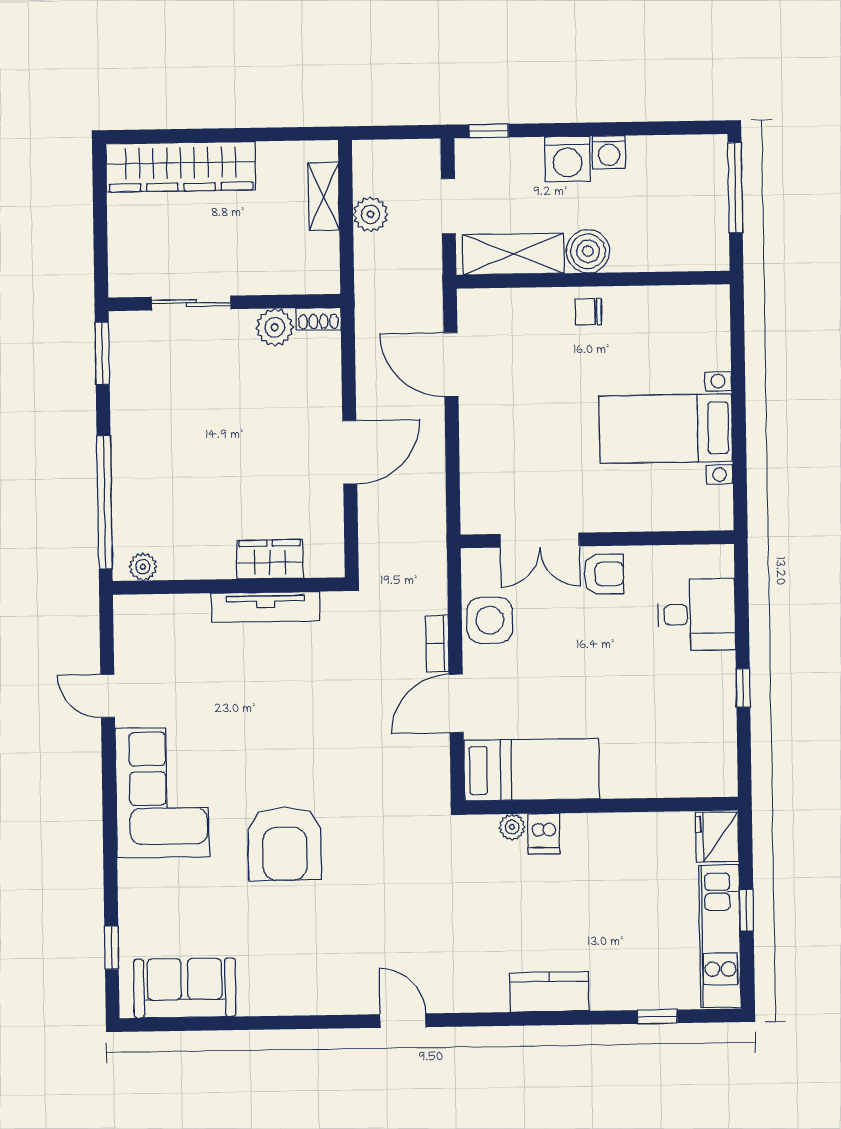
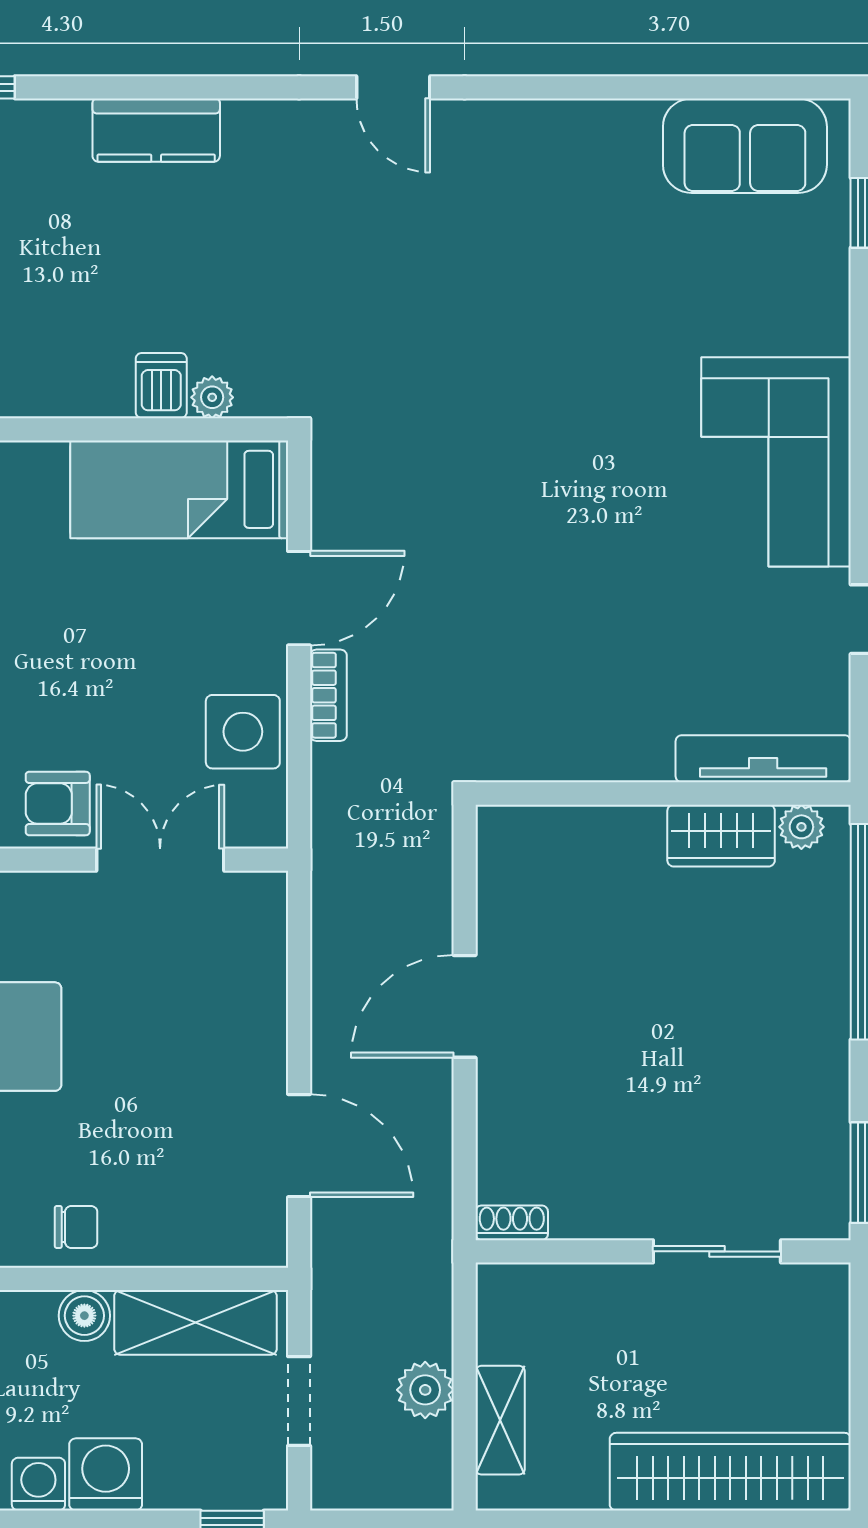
boiler: (588, 251) -> (84, 1316), width x0.73, depth x0.73
plant: (275, 327) -> (583, 1210), removed
wardrobe: (270, 559) -> (721, 836), moved
tv unit: (266, 607) -> (763, 759), moved
armchair: (285, 844) -> (580, 376), removed

